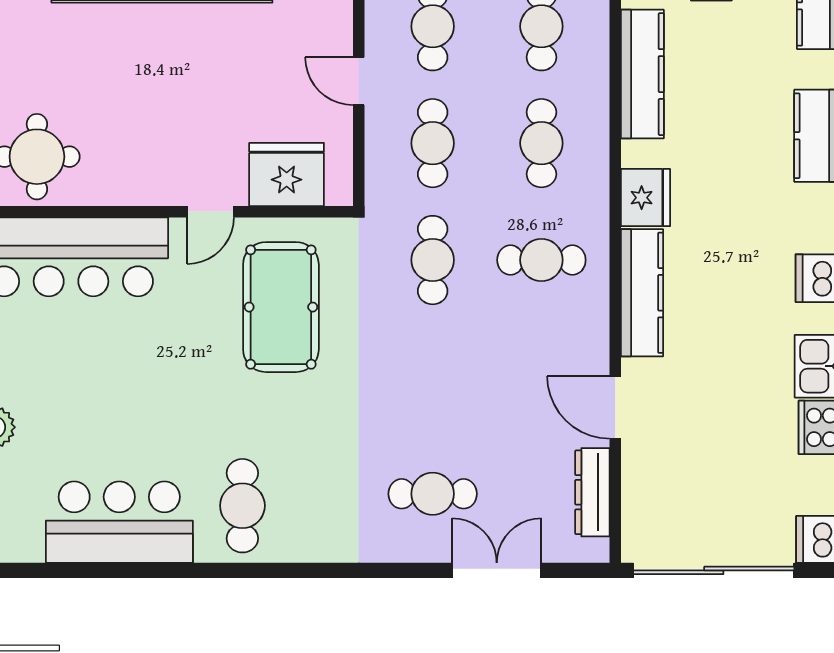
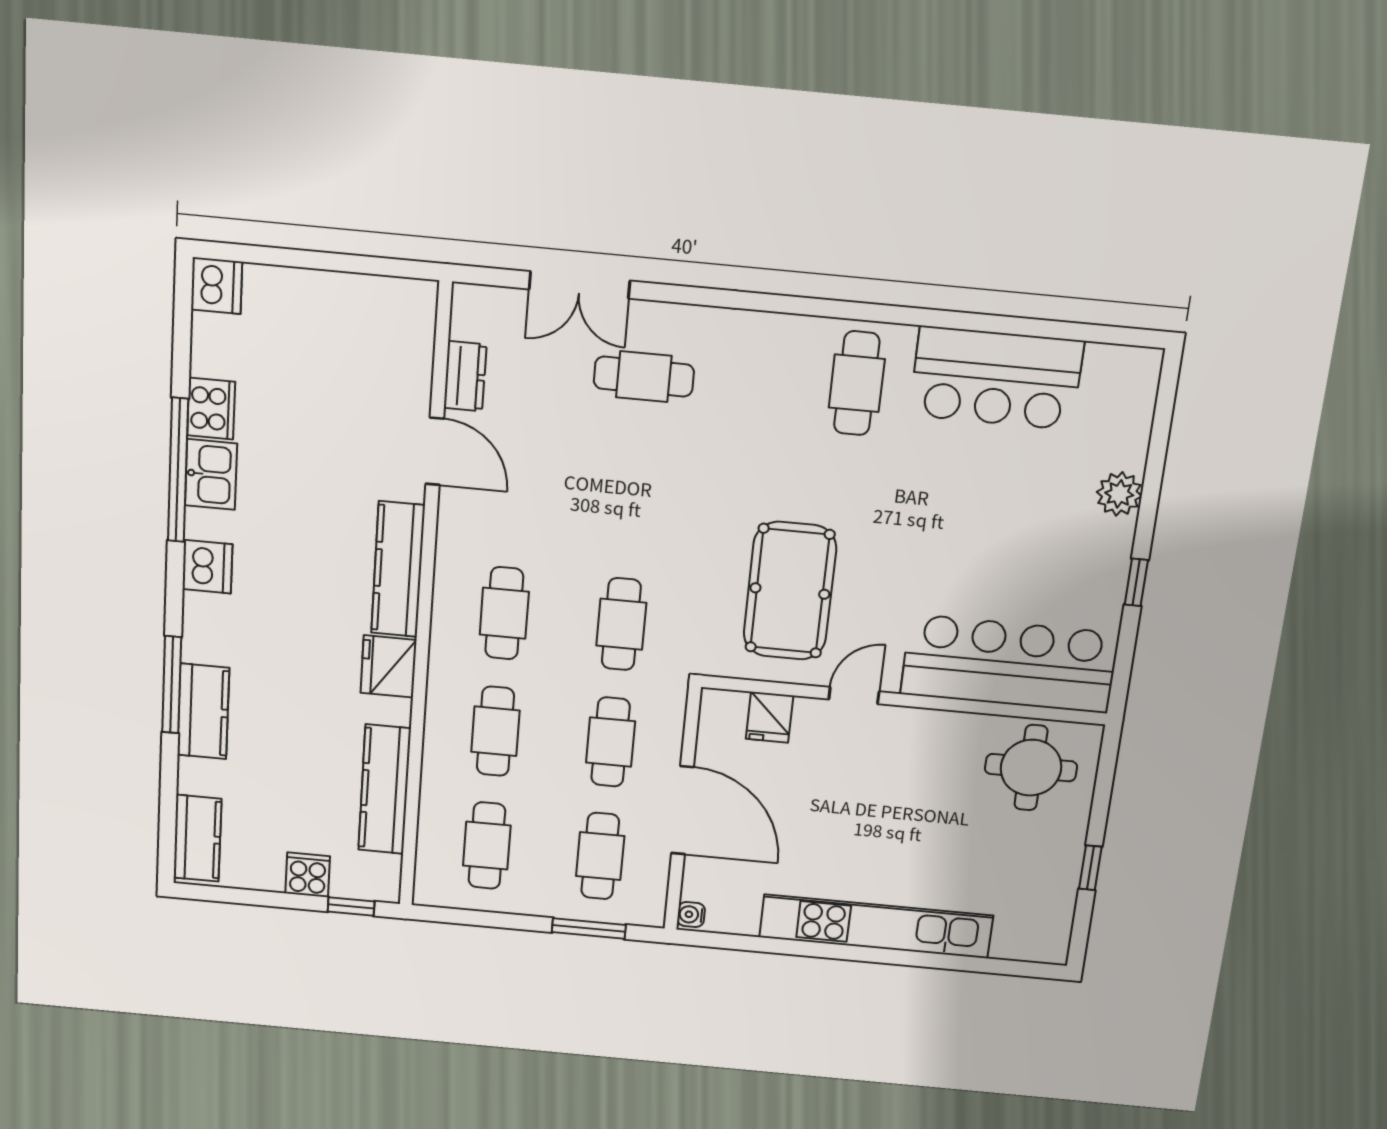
door: (359, 81) -> (682, 810), width x1.87
fridge: (287, 174) -> (770, 717), width x0.53, depth x0.75
cafe table: (541, 260) -> (504, 613), turned 90
dresser: (592, 492) -> (465, 376), width x0.70
sliding door: (714, 570) -> (335, 262), removed

